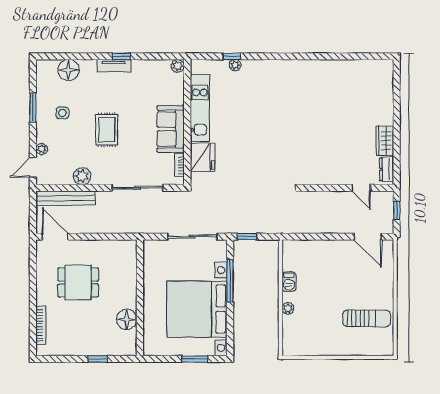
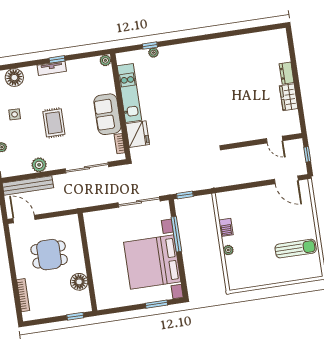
dresser: (387, 169) -> (287, 73), moved
wall: (140, 298) -> (87, 262), moved
floor lamp: (127, 319) -> (79, 282), moved

